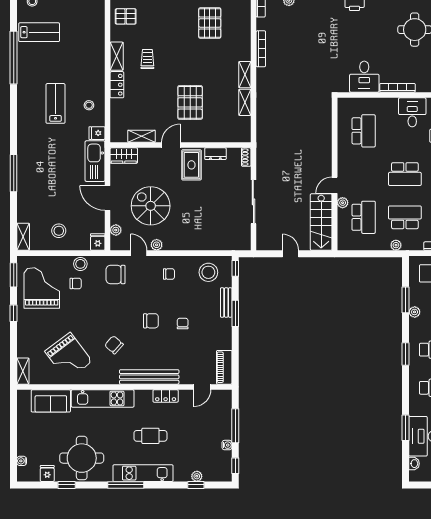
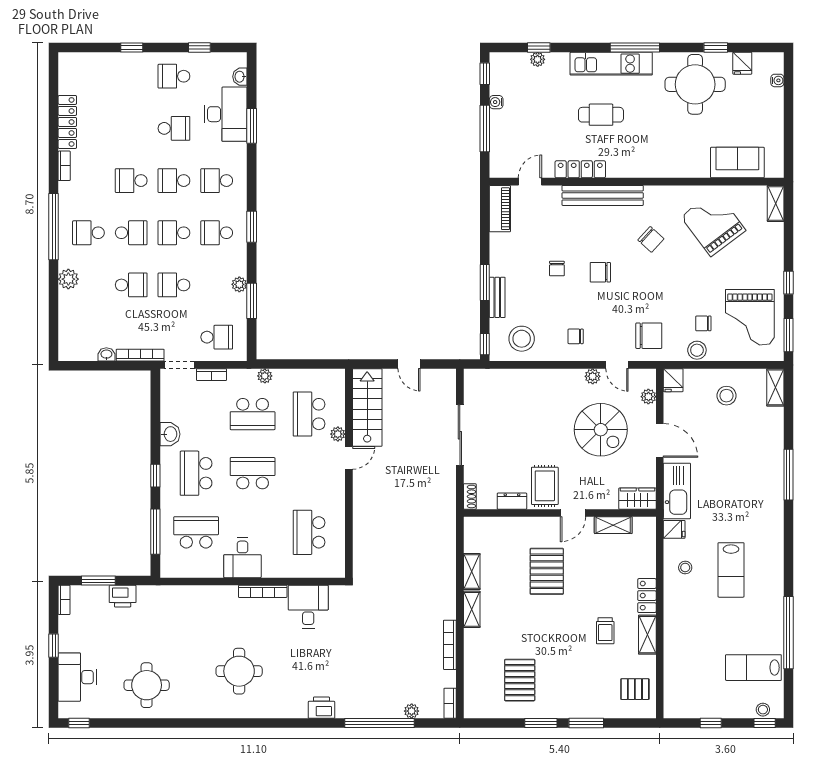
locker: (166, 396) -> (580, 169), width x1.53
kitchen unit: (103, 398) -> (666, 166), removed

